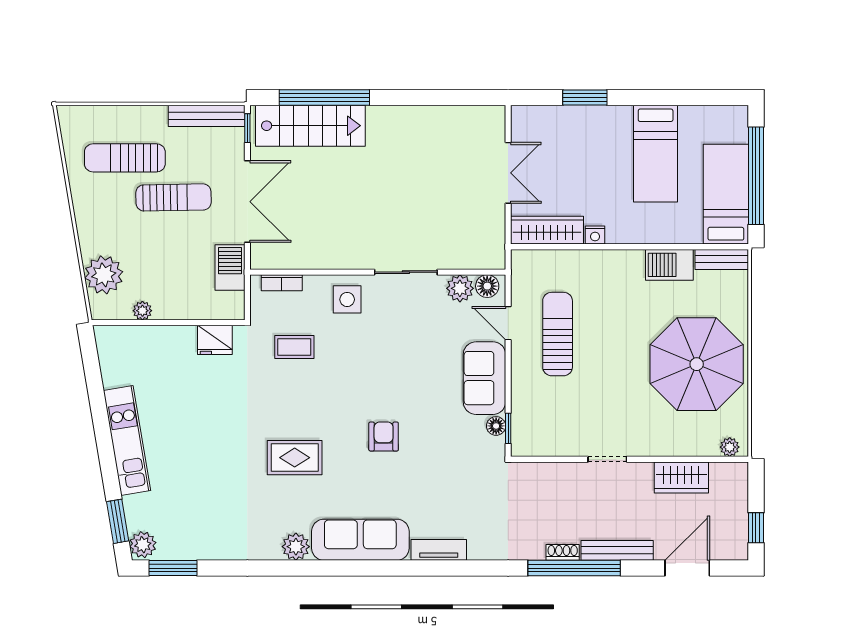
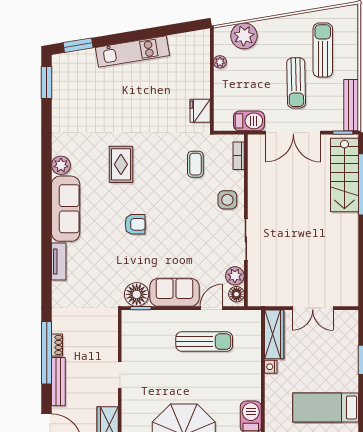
floor lamp: (496, 426) -> (137, 294), width x1.89, depth x1.89
plant: (143, 545) -> (62, 62), removed

